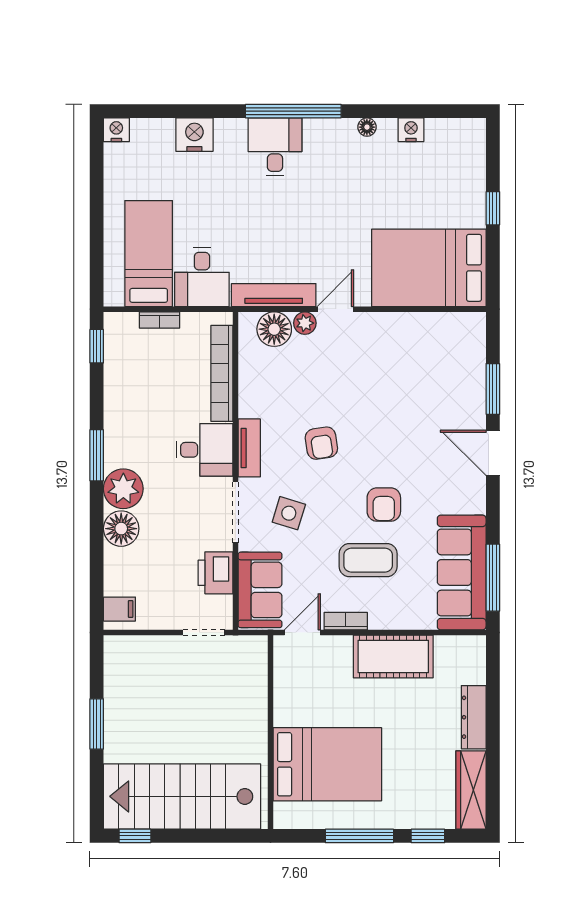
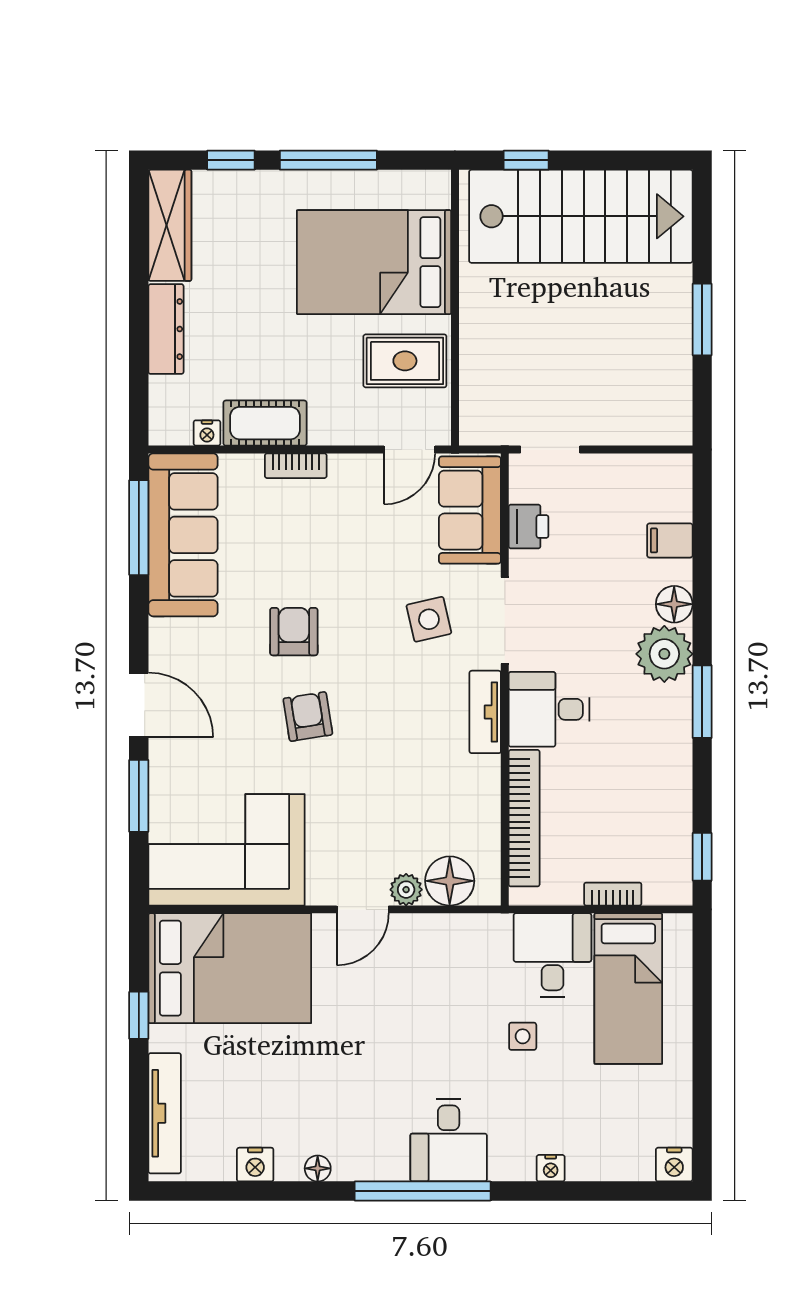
nightstand: (194, 135) -> (551, 1168), width x0.53, depth x0.56
window: (493, 208) -> (139, 1015), moved
side table: (223, 220) -> (523, 1036), added
tv unit: (274, 295) -> (165, 1113), moved, turned -90
corner sofa: (431, 351) -> (227, 850), added
armchair: (321, 443) -> (308, 717), moved
side table: (289, 513) -> (429, 619), turned -30
floor lamp: (121, 529) -> (674, 604), width x0.73, depth x0.73
coffee table: (368, 560) -> (316, 552), removed
printer: (215, 573) -> (529, 526), width x0.73, depth x0.81
filing cabinet: (119, 609) -> (670, 540), moved
bookcase: (346, 621) -> (296, 466), moved
nightstand: (445, 644) -> (207, 433), added
cot: (393, 656) -> (265, 423), width x0.73, depth x0.75
rug: (306, 695) -> (405, 361), added
window: (135, 836) -> (526, 160), moved

